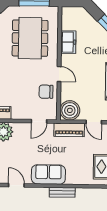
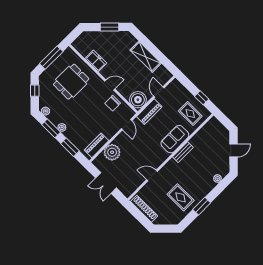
dining table: (30, 38) -> (71, 82), width x0.73
door: (94, 122) -> (159, 92), swing flipped
sofa: (48, 174) -> (175, 139), moved

